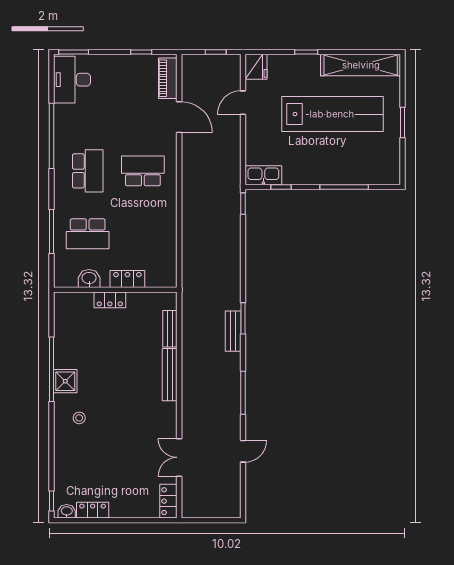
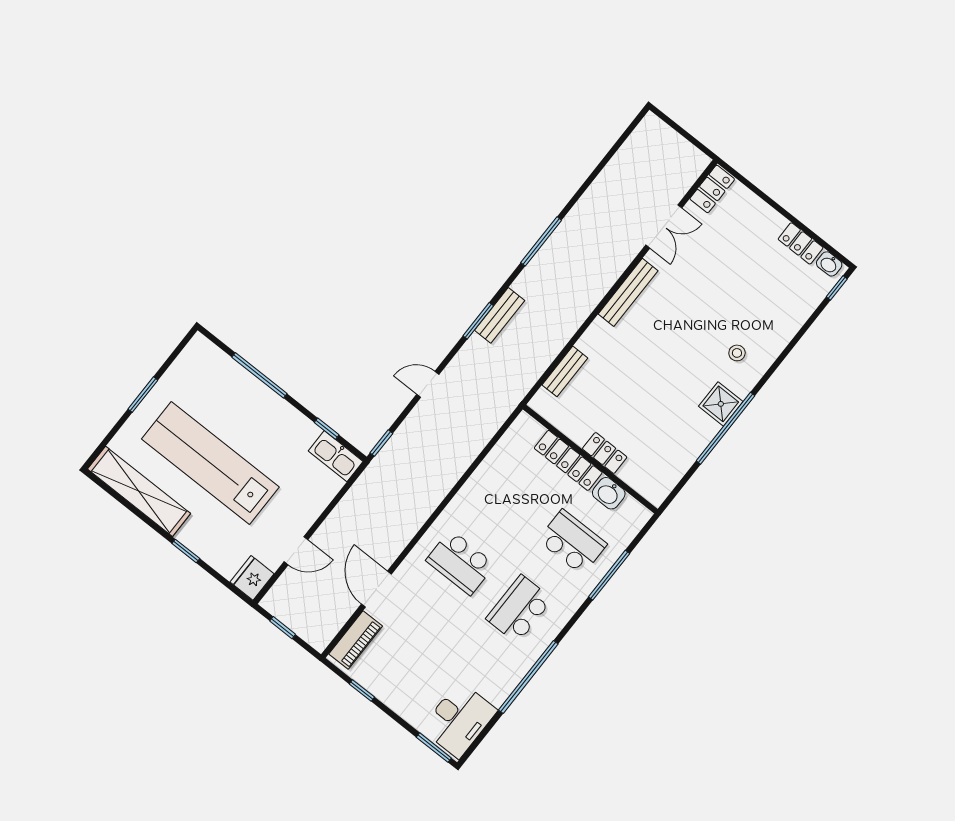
locker: (127, 279) -> (568, 460), width x1.53
bench: (170, 375) -> (628, 292), moved
door: (243, 451) -> (428, 384), moved

